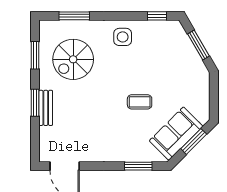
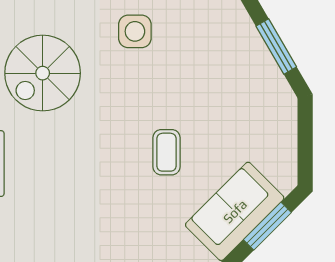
coffee table: (140, 102) -> (167, 152), turned 90

